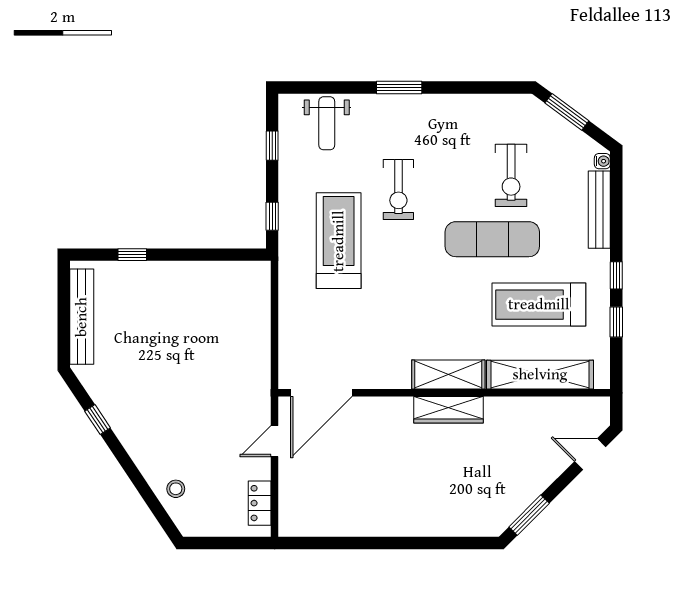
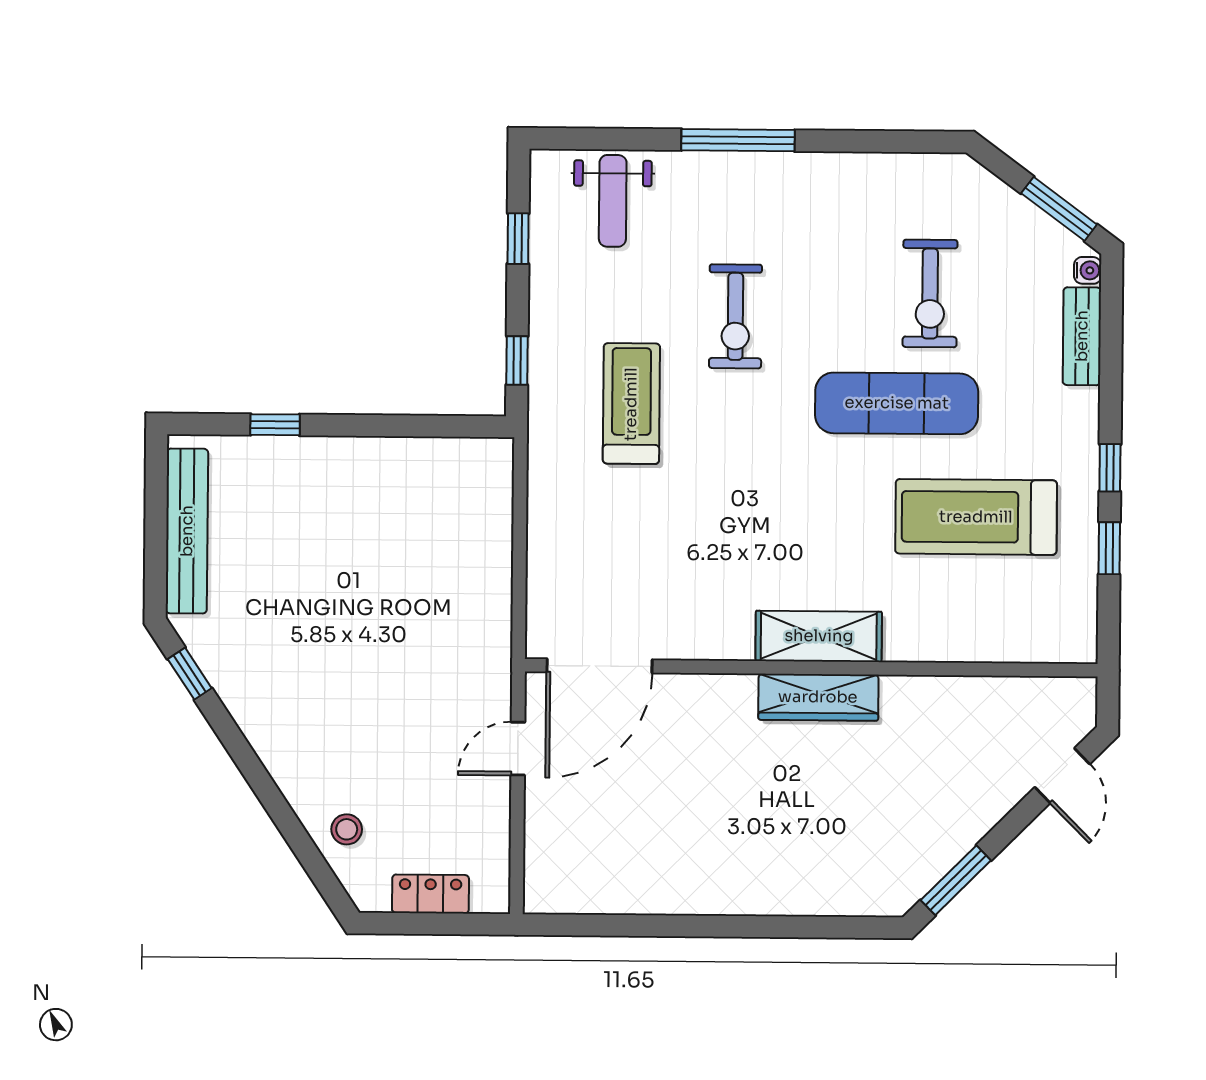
window: (399, 87) -> (738, 140), width x1.44
window: (567, 112) -> (1059, 209), moved
bench: (599, 210) -> (1082, 336), width x0.73
treadmill: (339, 241) -> (631, 404), width x0.73, depth x0.73
shelving: (540, 375) -> (977, 638), removed
window: (98, 420) -> (190, 674), moved
door: (590, 454) -> (1062, 776), swing flipped
locker: (260, 503) -> (430, 894), moved, turned 90

